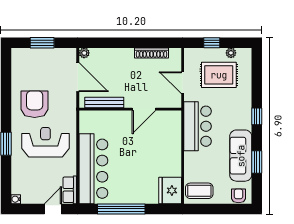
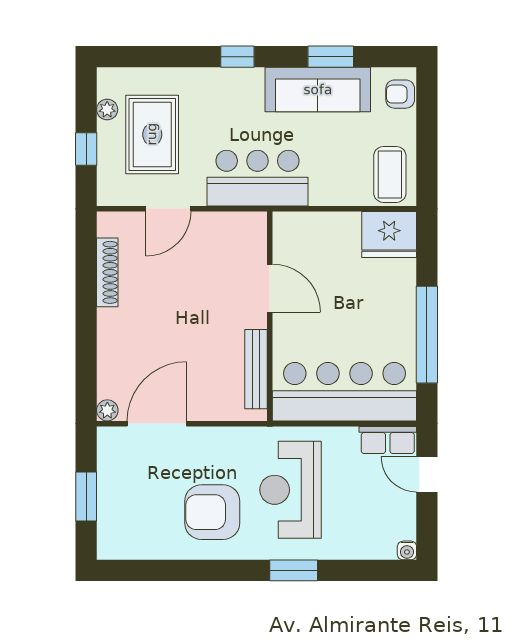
bench: (104, 102) -> (256, 369), moved
wall: (130, 109) -> (270, 316), moved
door: (144, 109) -> (270, 288), moved

